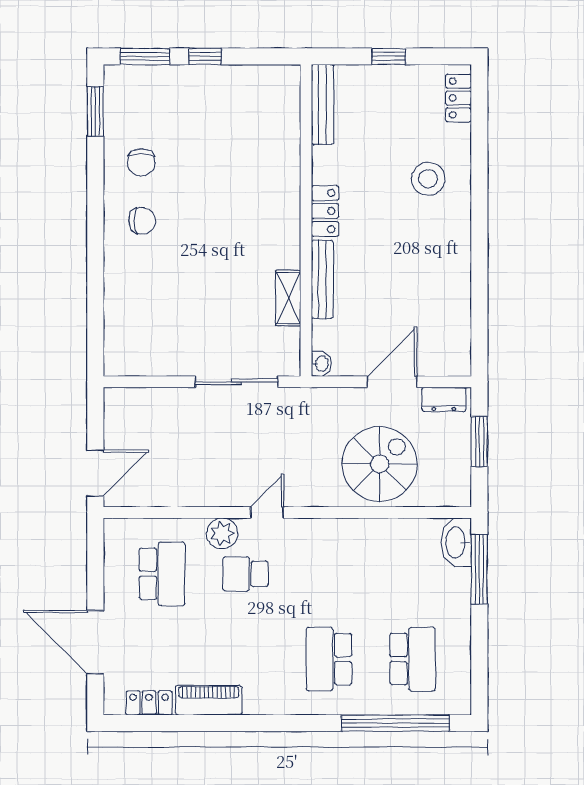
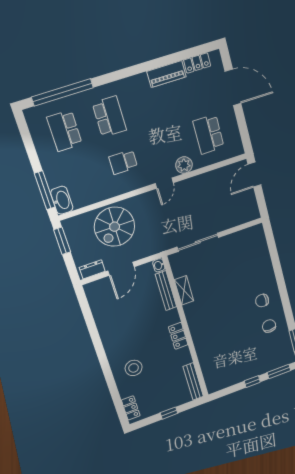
bench: (322, 279) -> (166, 291), moved
window: (479, 442) -> (62, 241), moved
school desk: (246, 574) -> (123, 162), moved, turned 180

